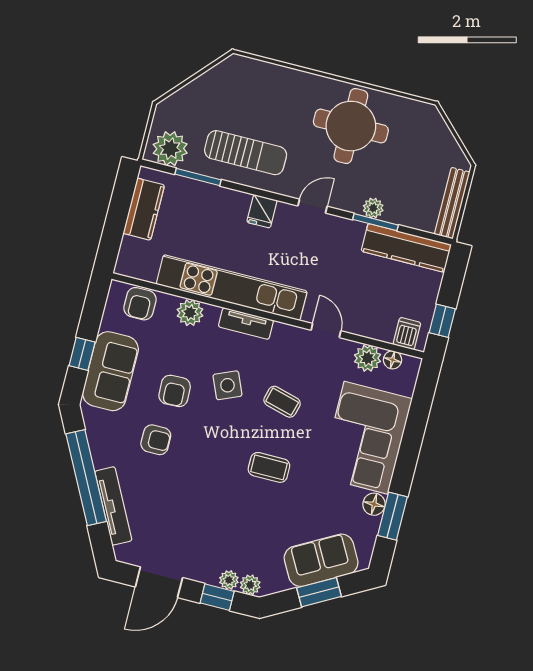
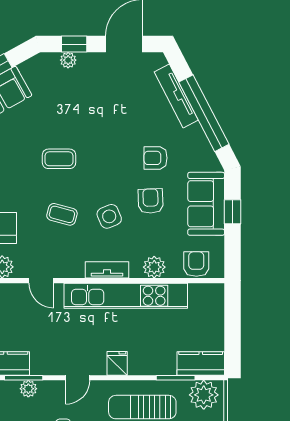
kitchen counter: (144, 209) -> (201, 364), moved, turned 90
plant: (250, 585) -> (50, 61), removed

